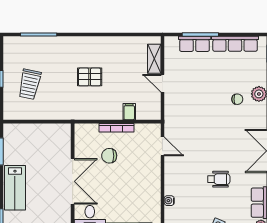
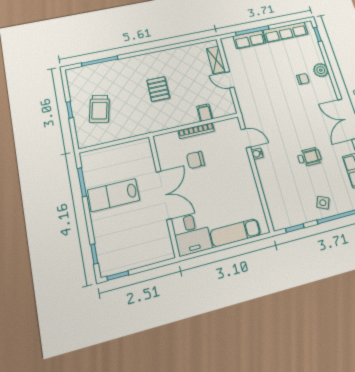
pallet: (90, 77) -> (158, 89), turned 90
lab bench: (15, 188) -> (114, 195), moved, turned 90
water cooler: (169, 201) -> (257, 154), moved

